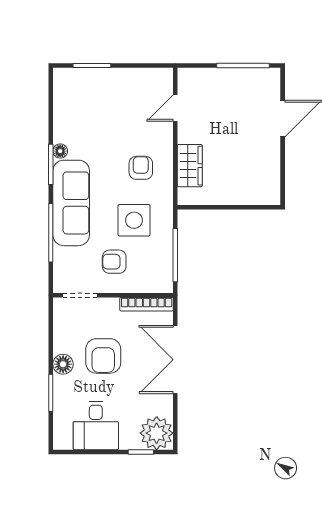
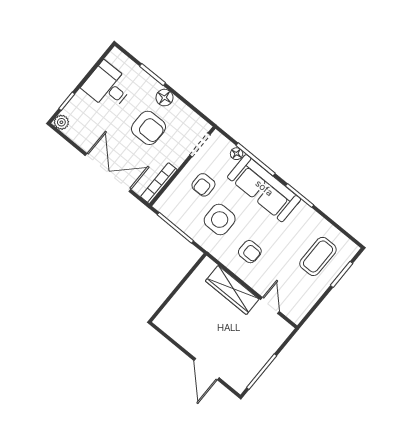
coffee table: (93, 101) -> (318, 256), added
floor lamp: (60, 151) -> (237, 154), moved
wardrobe: (190, 166) -> (232, 290), width x1.50
armchair: (114, 262) -> (203, 185), turned 180
armchair: (103, 356) -> (149, 128), turned 180
plant: (157, 433) -> (61, 122), width x0.53, depth x0.53

